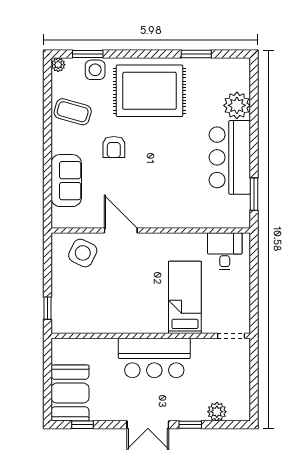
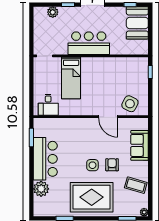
side table: (95, 70) -> (92, 165), moved

